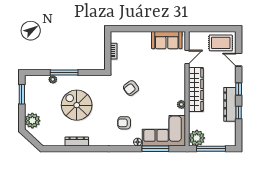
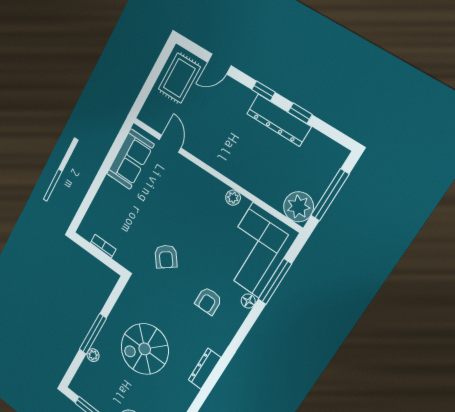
wardrobe: (196, 89) -> (224, 160), removed
dresser: (77, 141) -> (205, 369), moved

